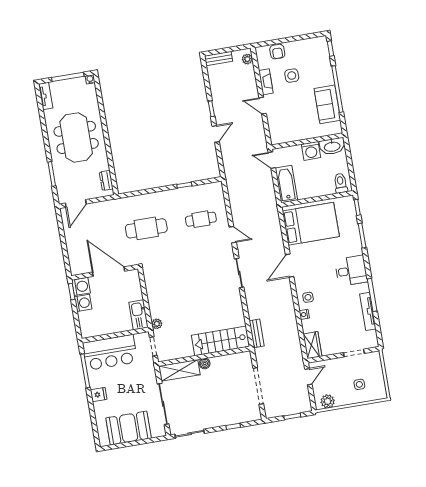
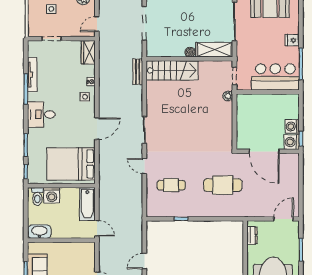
washing machine: (311, 151) -> (52, 195), moved, turned 180
kitchen sink: (138, 315) -> (243, 107), removed

